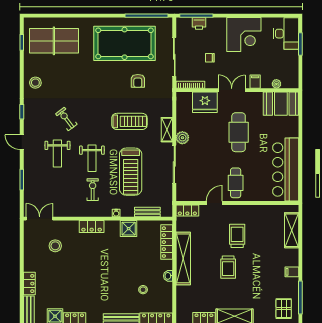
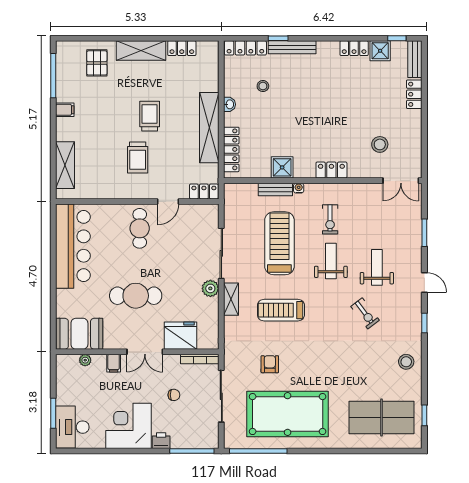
printer: (199, 23) -> (161, 441), moved
cafe table: (239, 132) -> (136, 296), turned 90
bench: (147, 212) -> (275, 190), moved
pallet: (284, 309) -> (97, 63), moved

